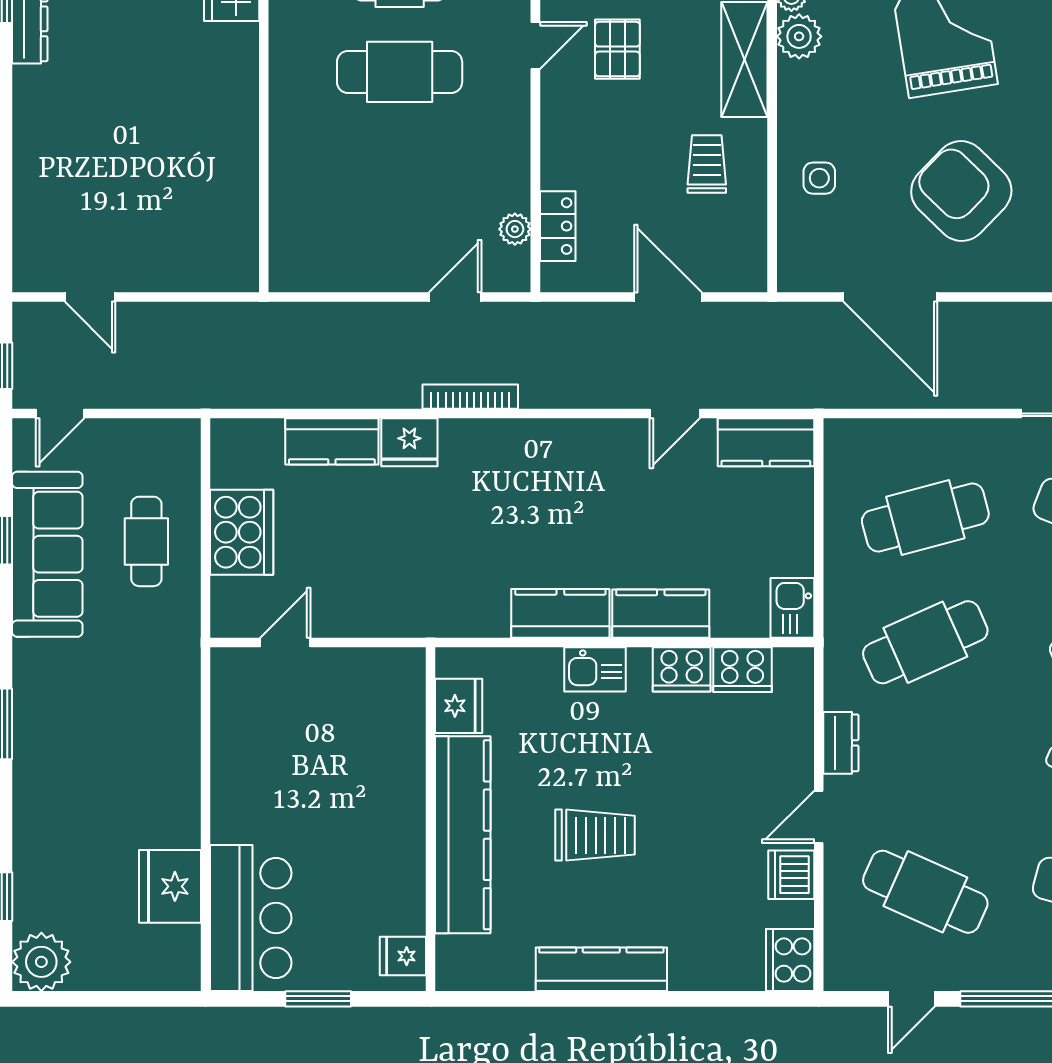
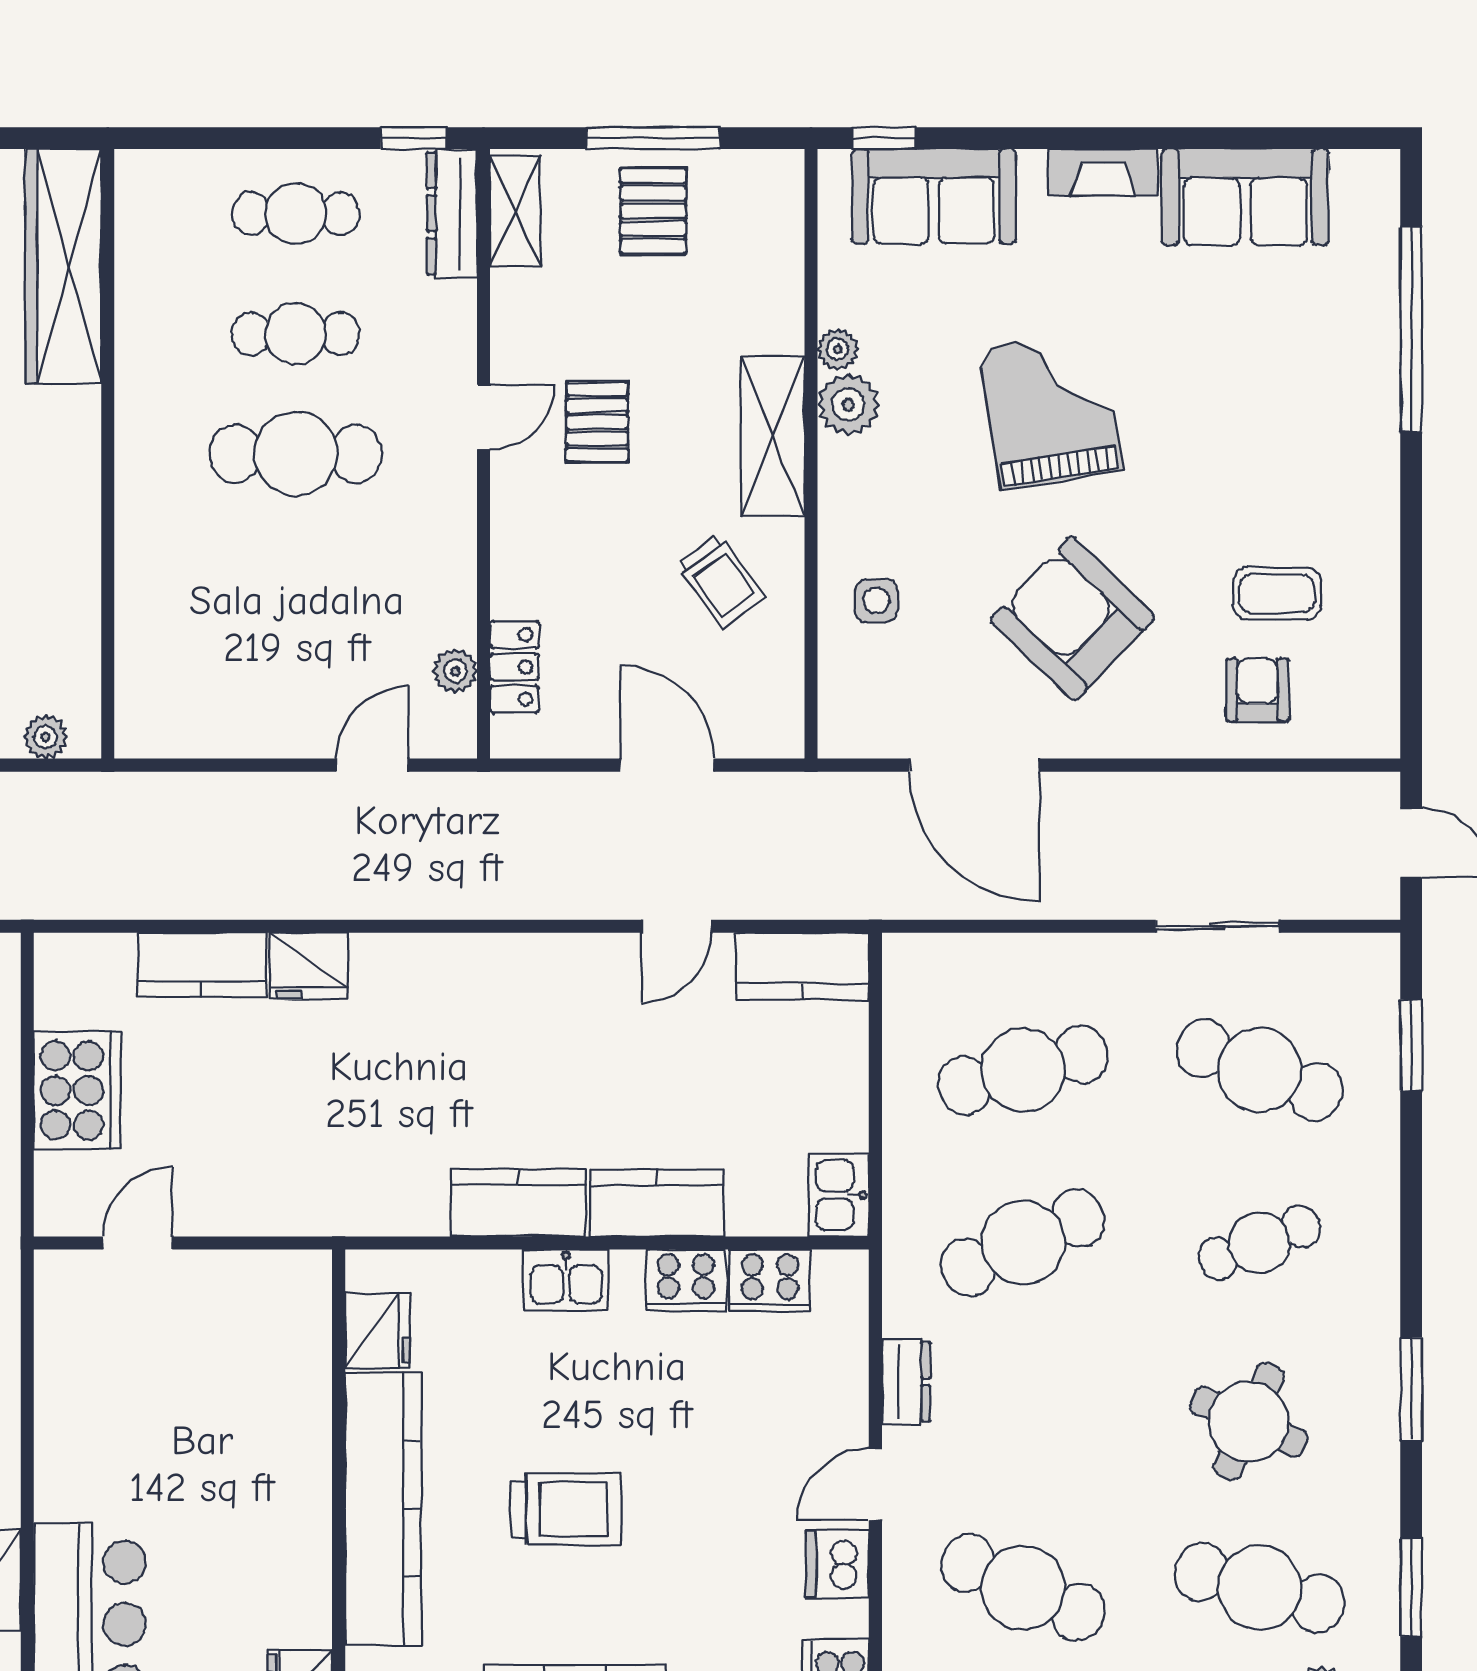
trolley: (707, 164) -> (721, 581), turned 144
plant: (219, 277) -> (46, 737), added
bookcase: (470, 397) -> (393, 903), removed

